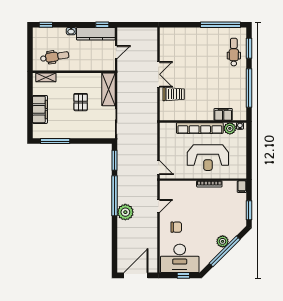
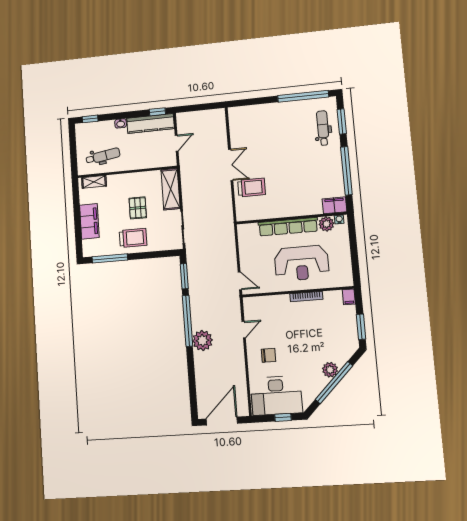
filing cabinet: (223, 114) -> (334, 205), moved
trolley: (75, 126) -> (133, 238), added

